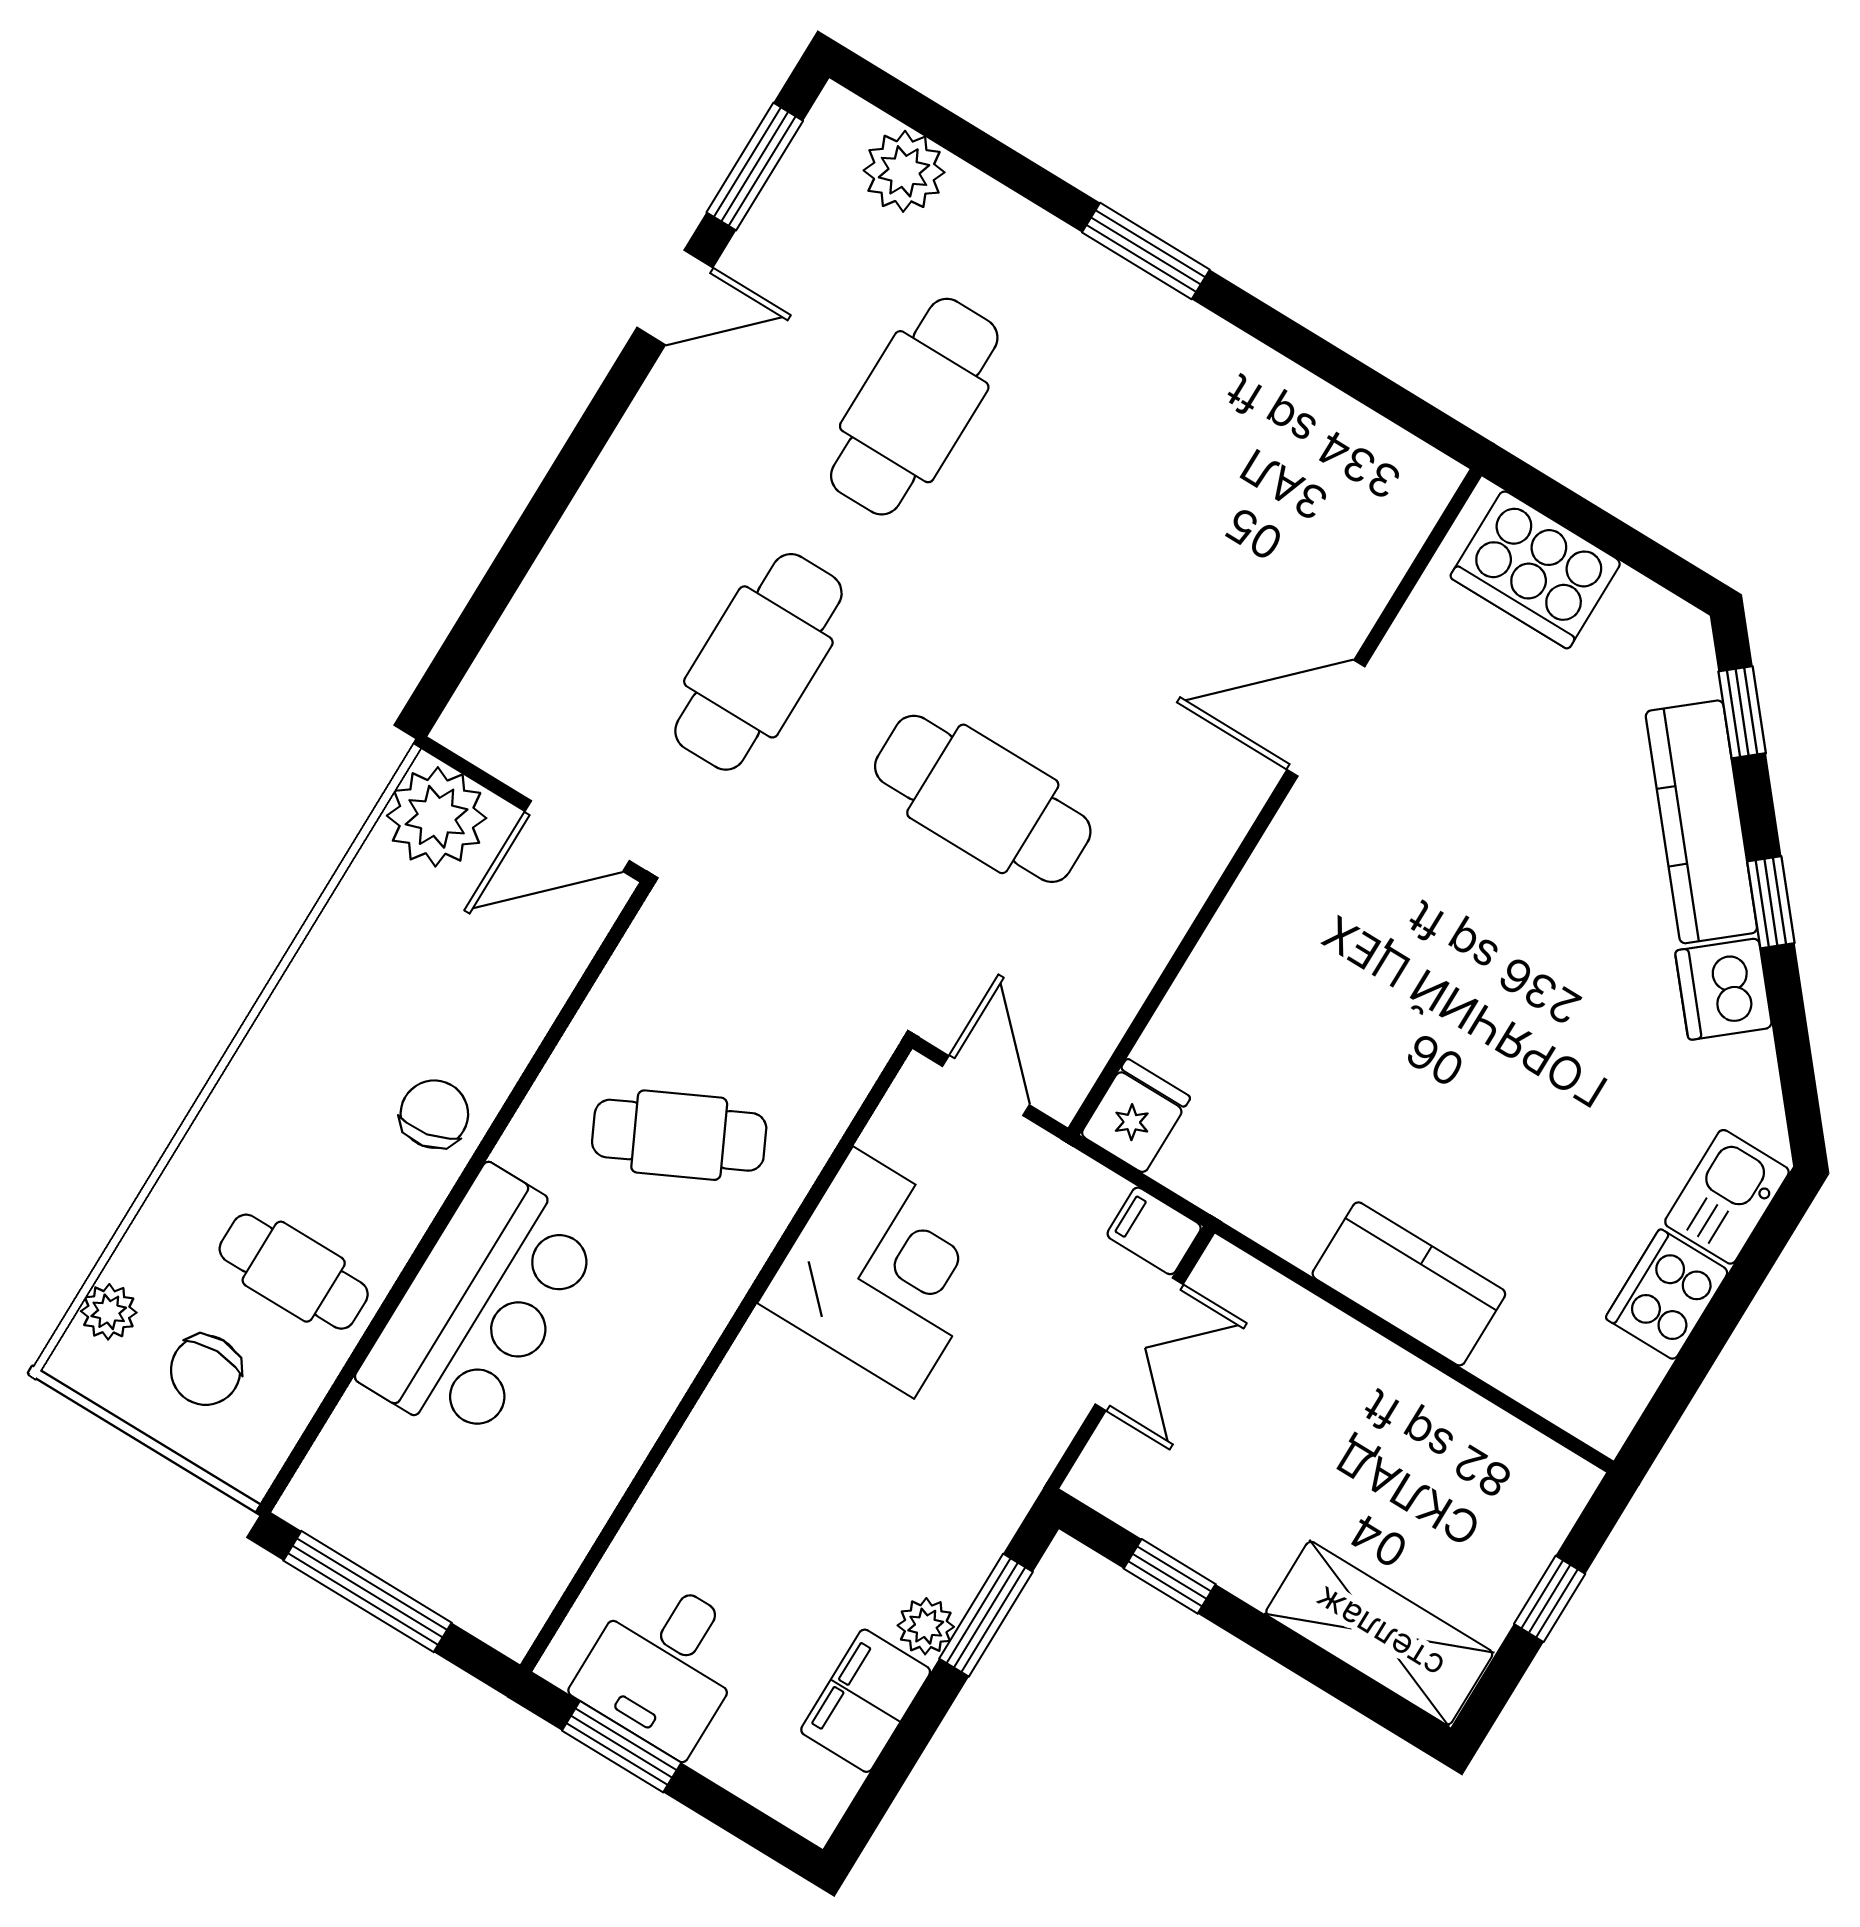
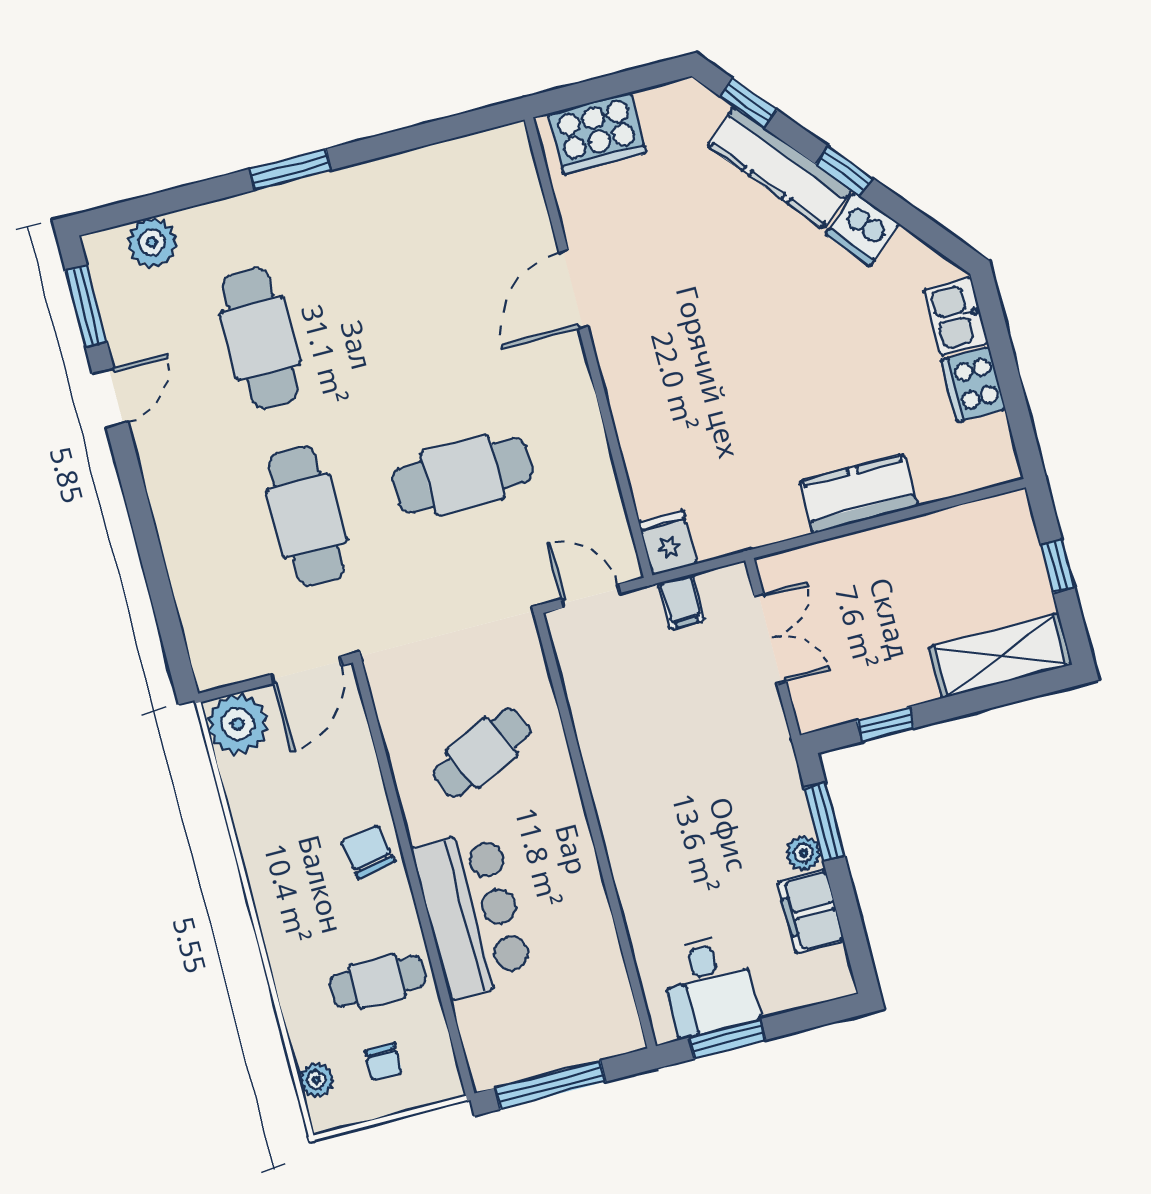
filing cabinet: (1154, 1231) -> (681, 602), moved, turned -90
corner desk: (883, 1273) -> (629, 721), removed
chair: (206, 1370) -> (384, 1062), width x0.73, depth x0.73

